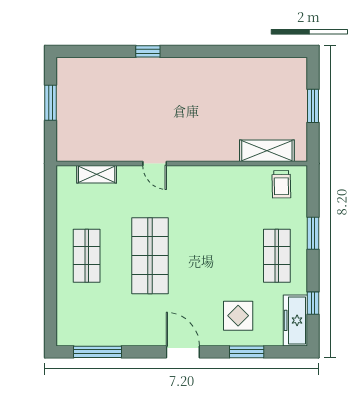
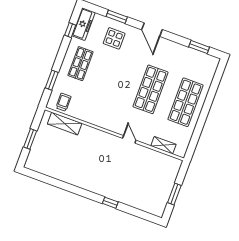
window: (313, 233) -> (52, 80), moved
shop shelf: (87, 256) -> (186, 102), width x1.43, depth x1.36
window: (98, 352) -> (199, 47), width x0.69

